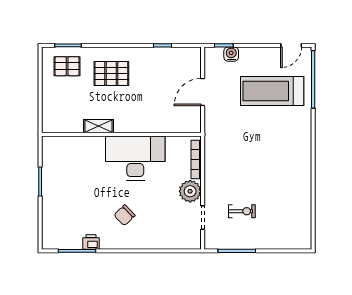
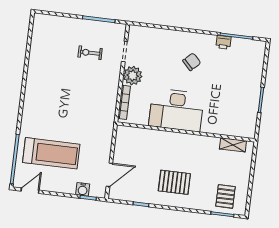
pallet: (67, 66) -> (225, 196), turned 90
pallet: (111, 73) -> (174, 182), moved
door: (203, 92) -> (109, 175), moved
shelving: (99, 126) -> (233, 145), moved

